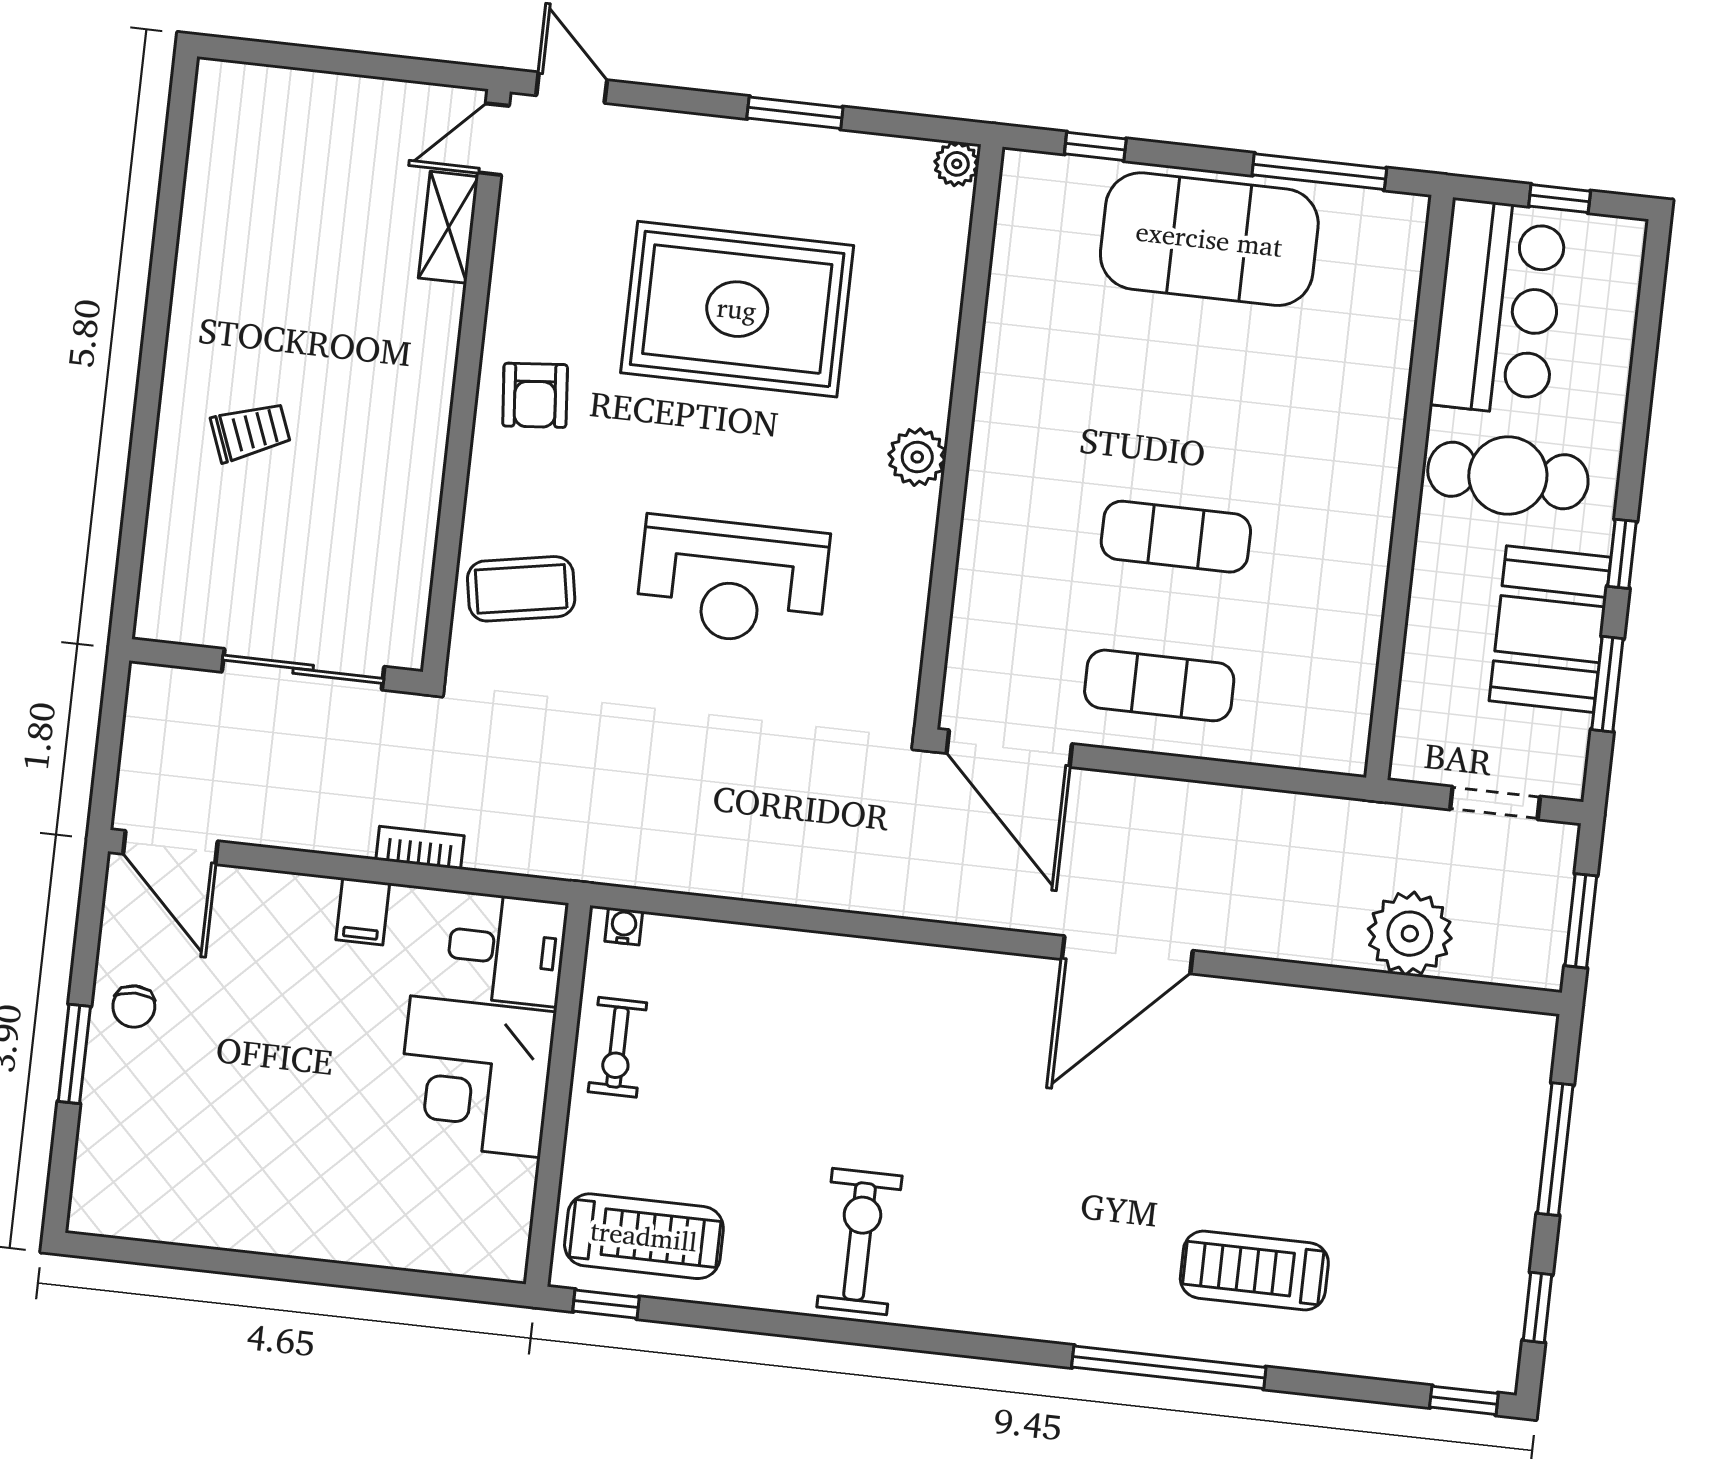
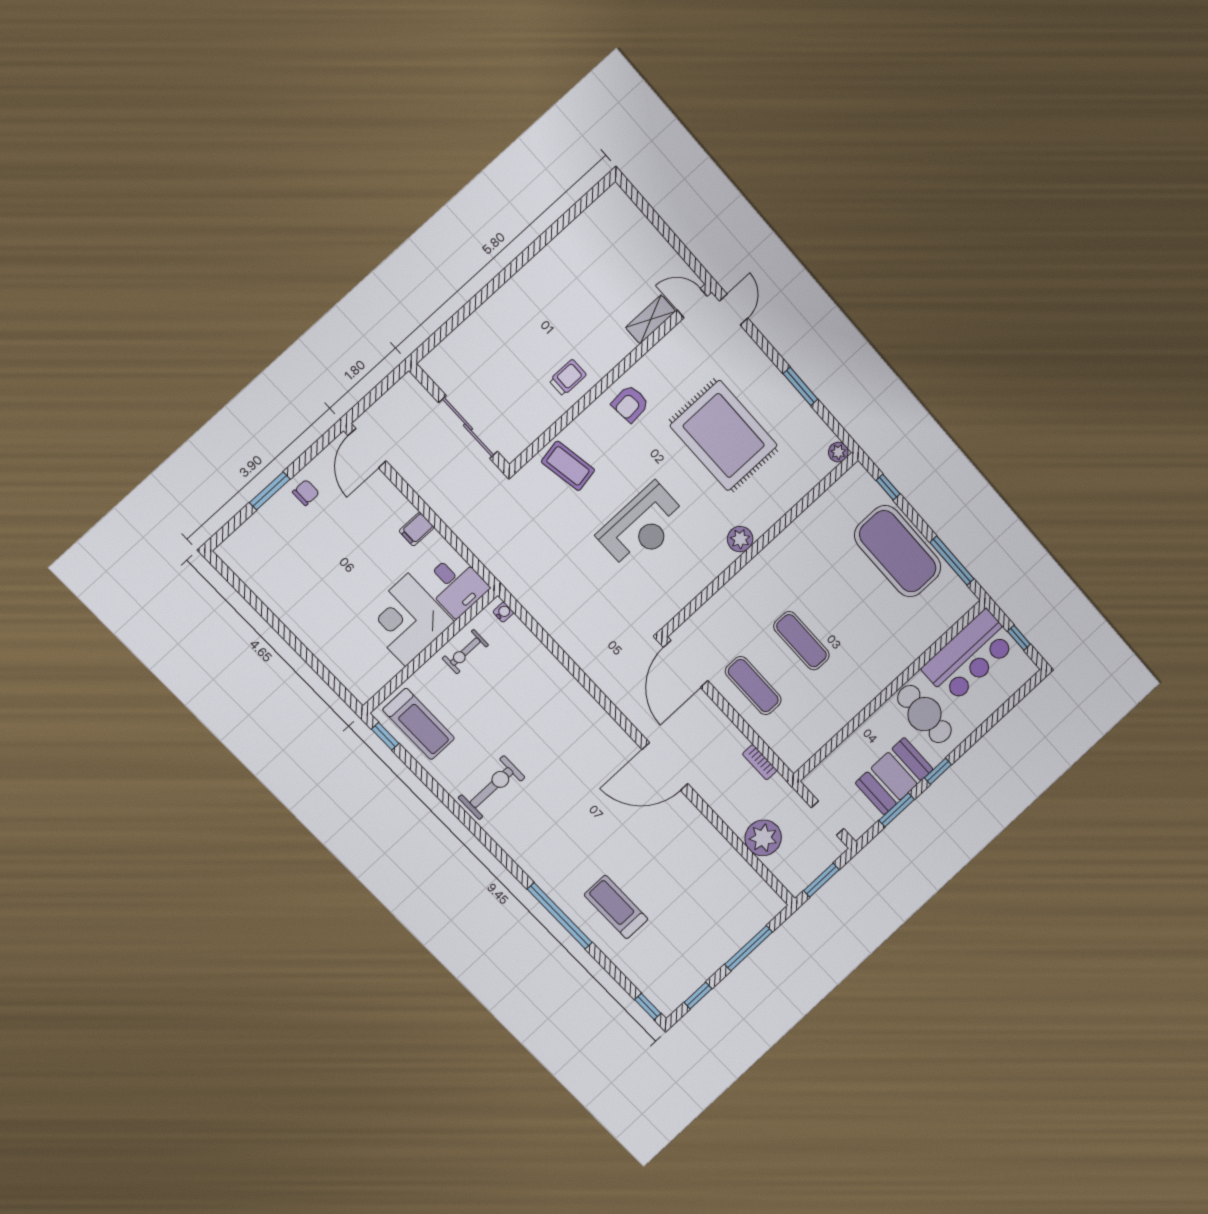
trolley: (250, 432) -> (568, 378), moved, turned -69
reception desk: (732, 581) -> (642, 527), turned -90
bookcase: (420, 848) -> (760, 762), moved, turned 180
chair: (134, 1007) -> (306, 493), turned 180

